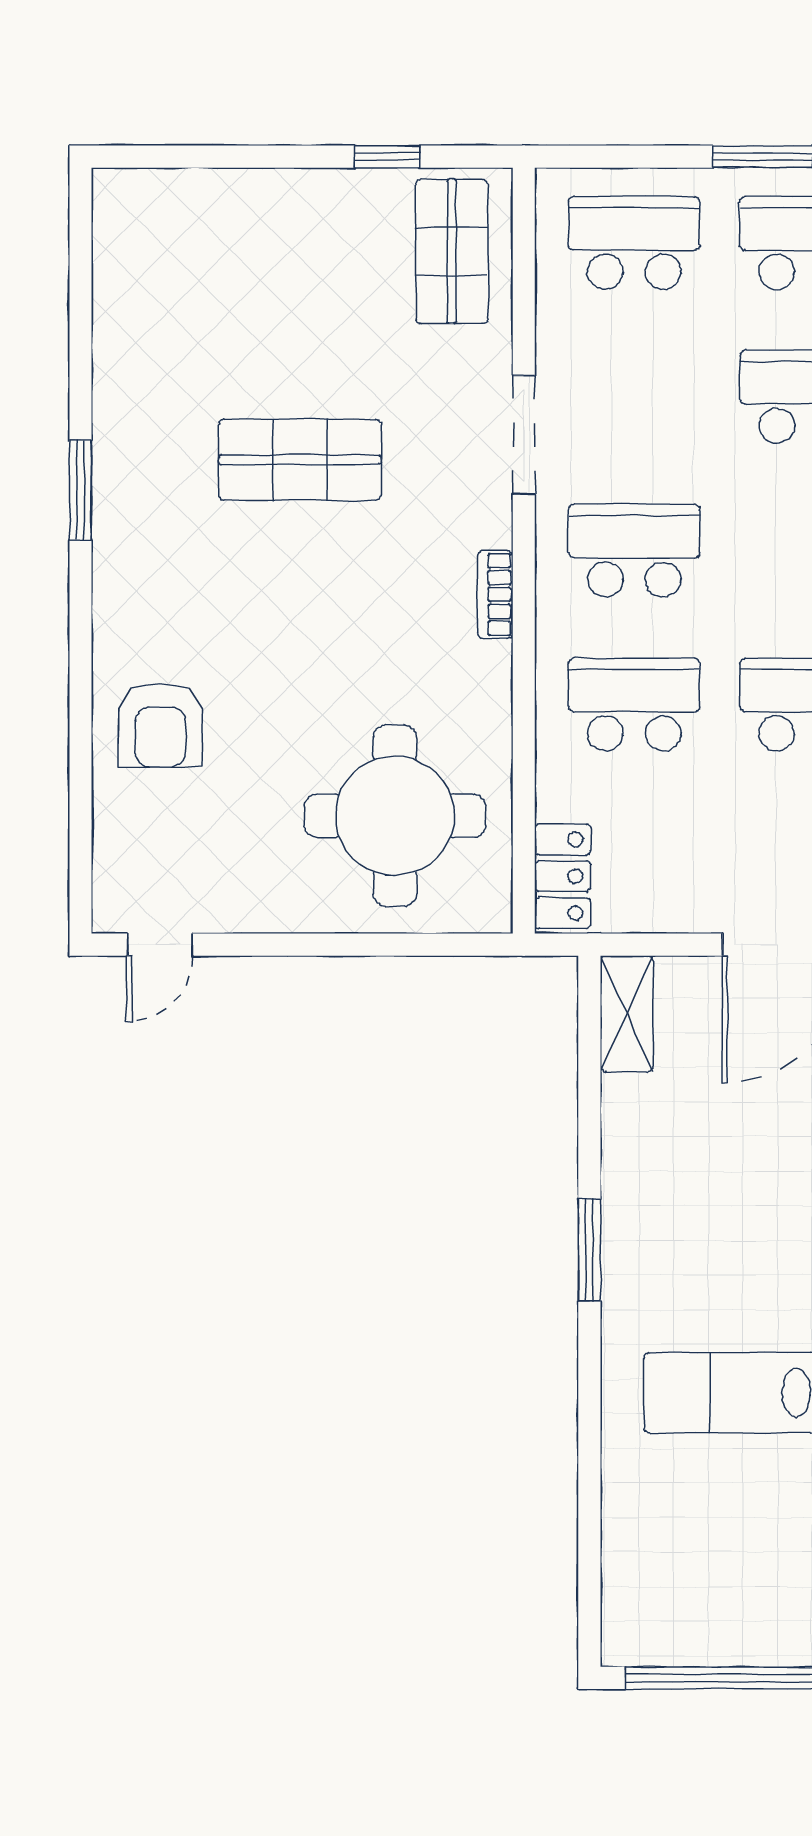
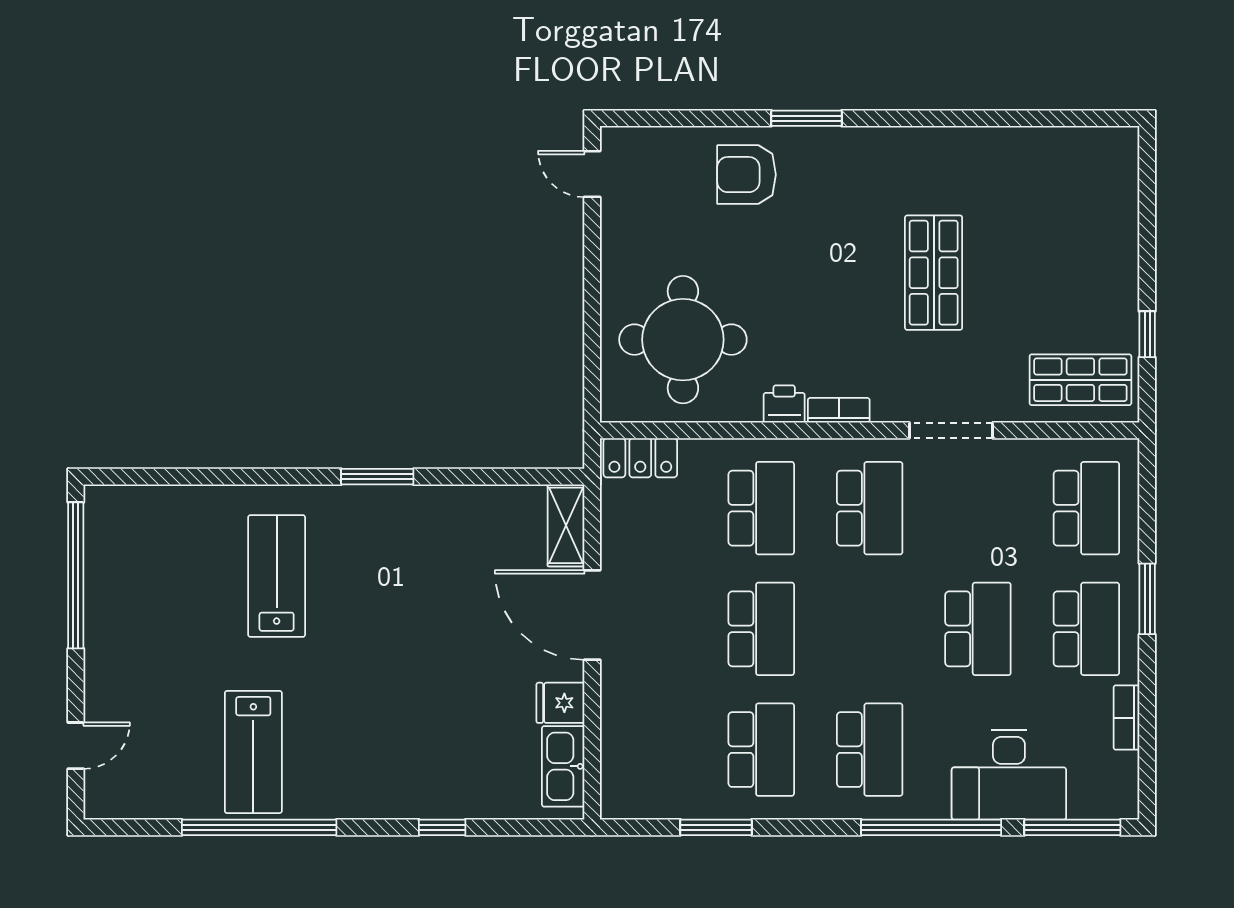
window: (81, 490) -> (807, 118), moved
printer: (486, 672) -> (784, 404), added
shelving: (627, 1014) -> (566, 525), moved, turned 90

